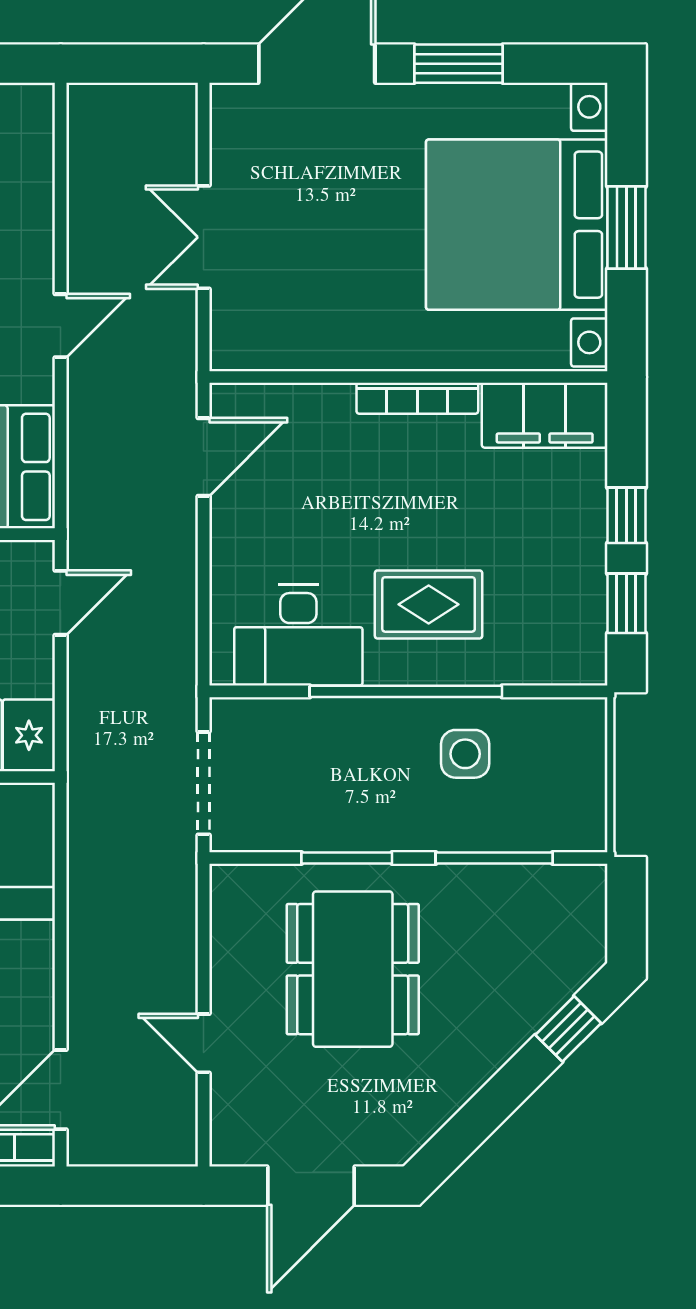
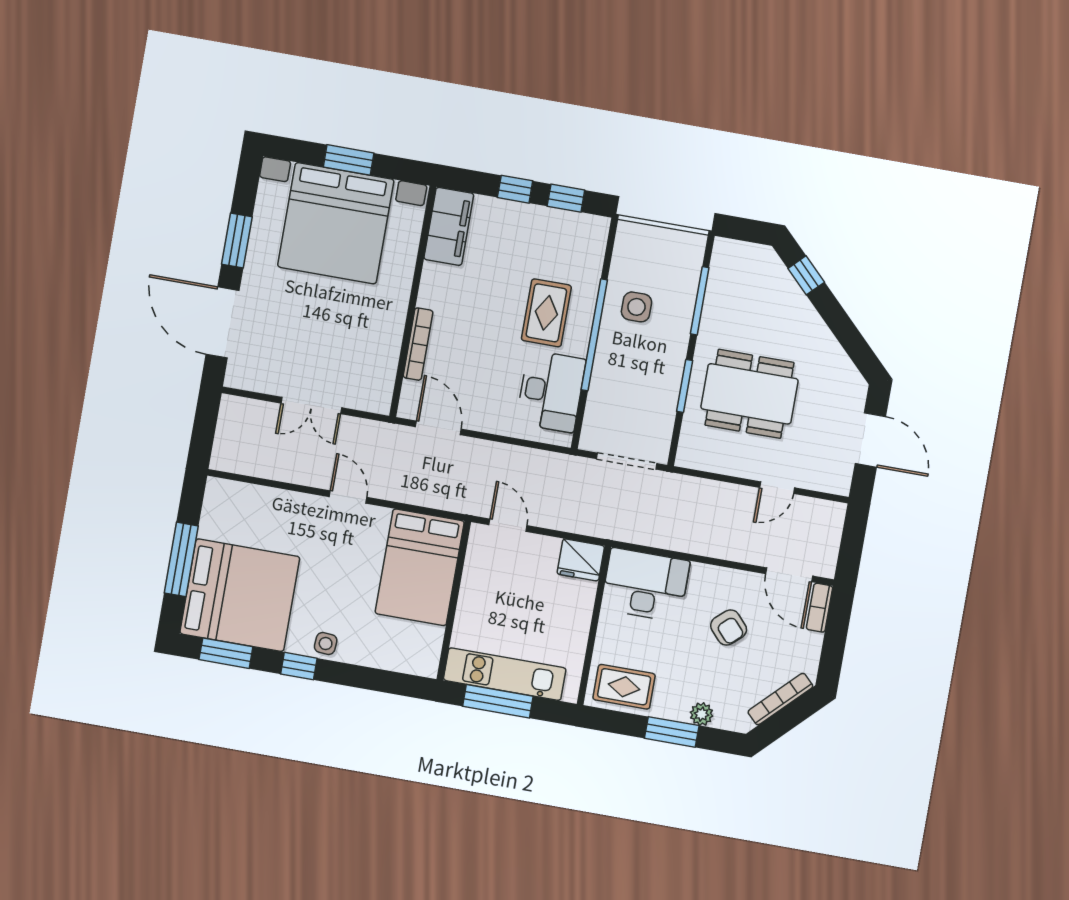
bookcase: (417, 398) -> (418, 344), moved

